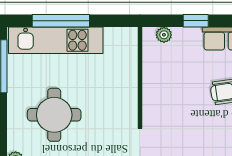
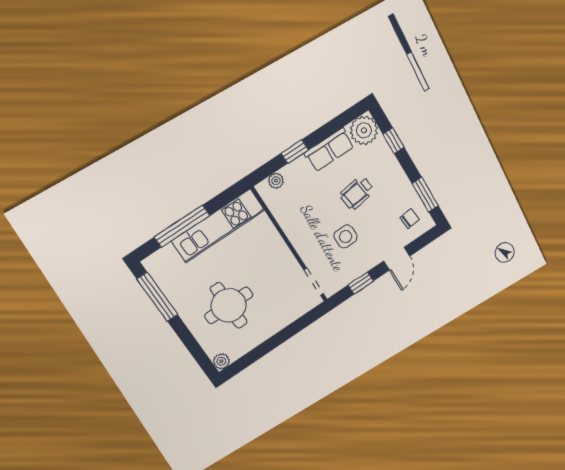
kitchen unit: (56, 40) -> (218, 226), moved
side table: (193, 123) -> (346, 236), added

